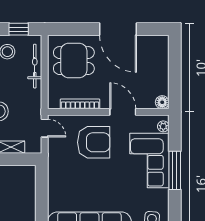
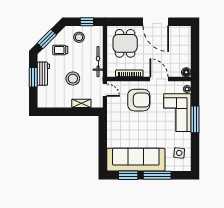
dining table: (74, 61) -> (125, 43), turned 90
bicycle: (35, 66) -> (98, 62), moved

